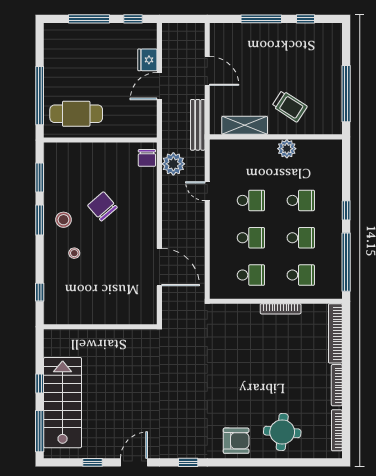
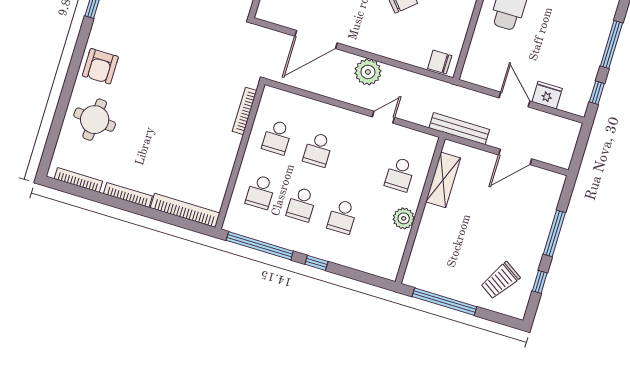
trolley: (290, 106) -> (500, 281), moved
plant: (173, 164) -> (368, 72), moved
school desk: (251, 200) -> (400, 174), moved
bookcase: (281, 309) -> (245, 111), moved

